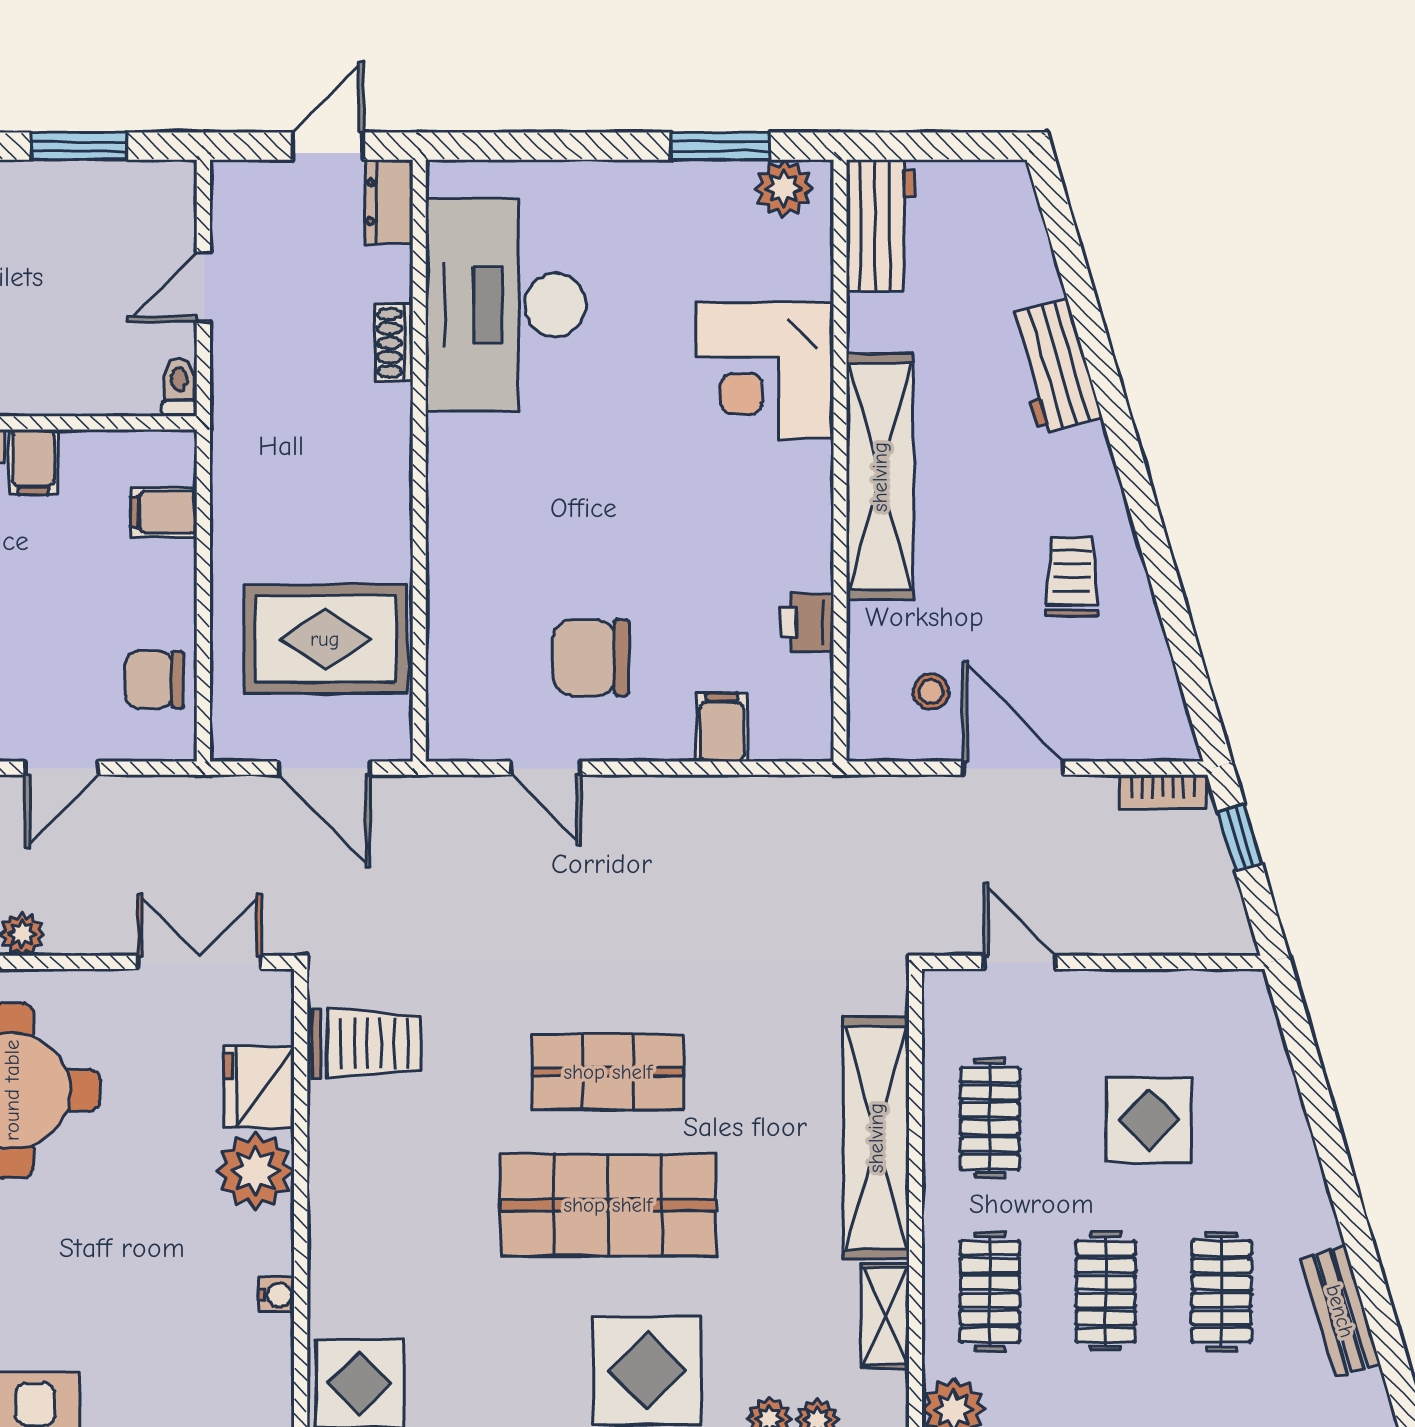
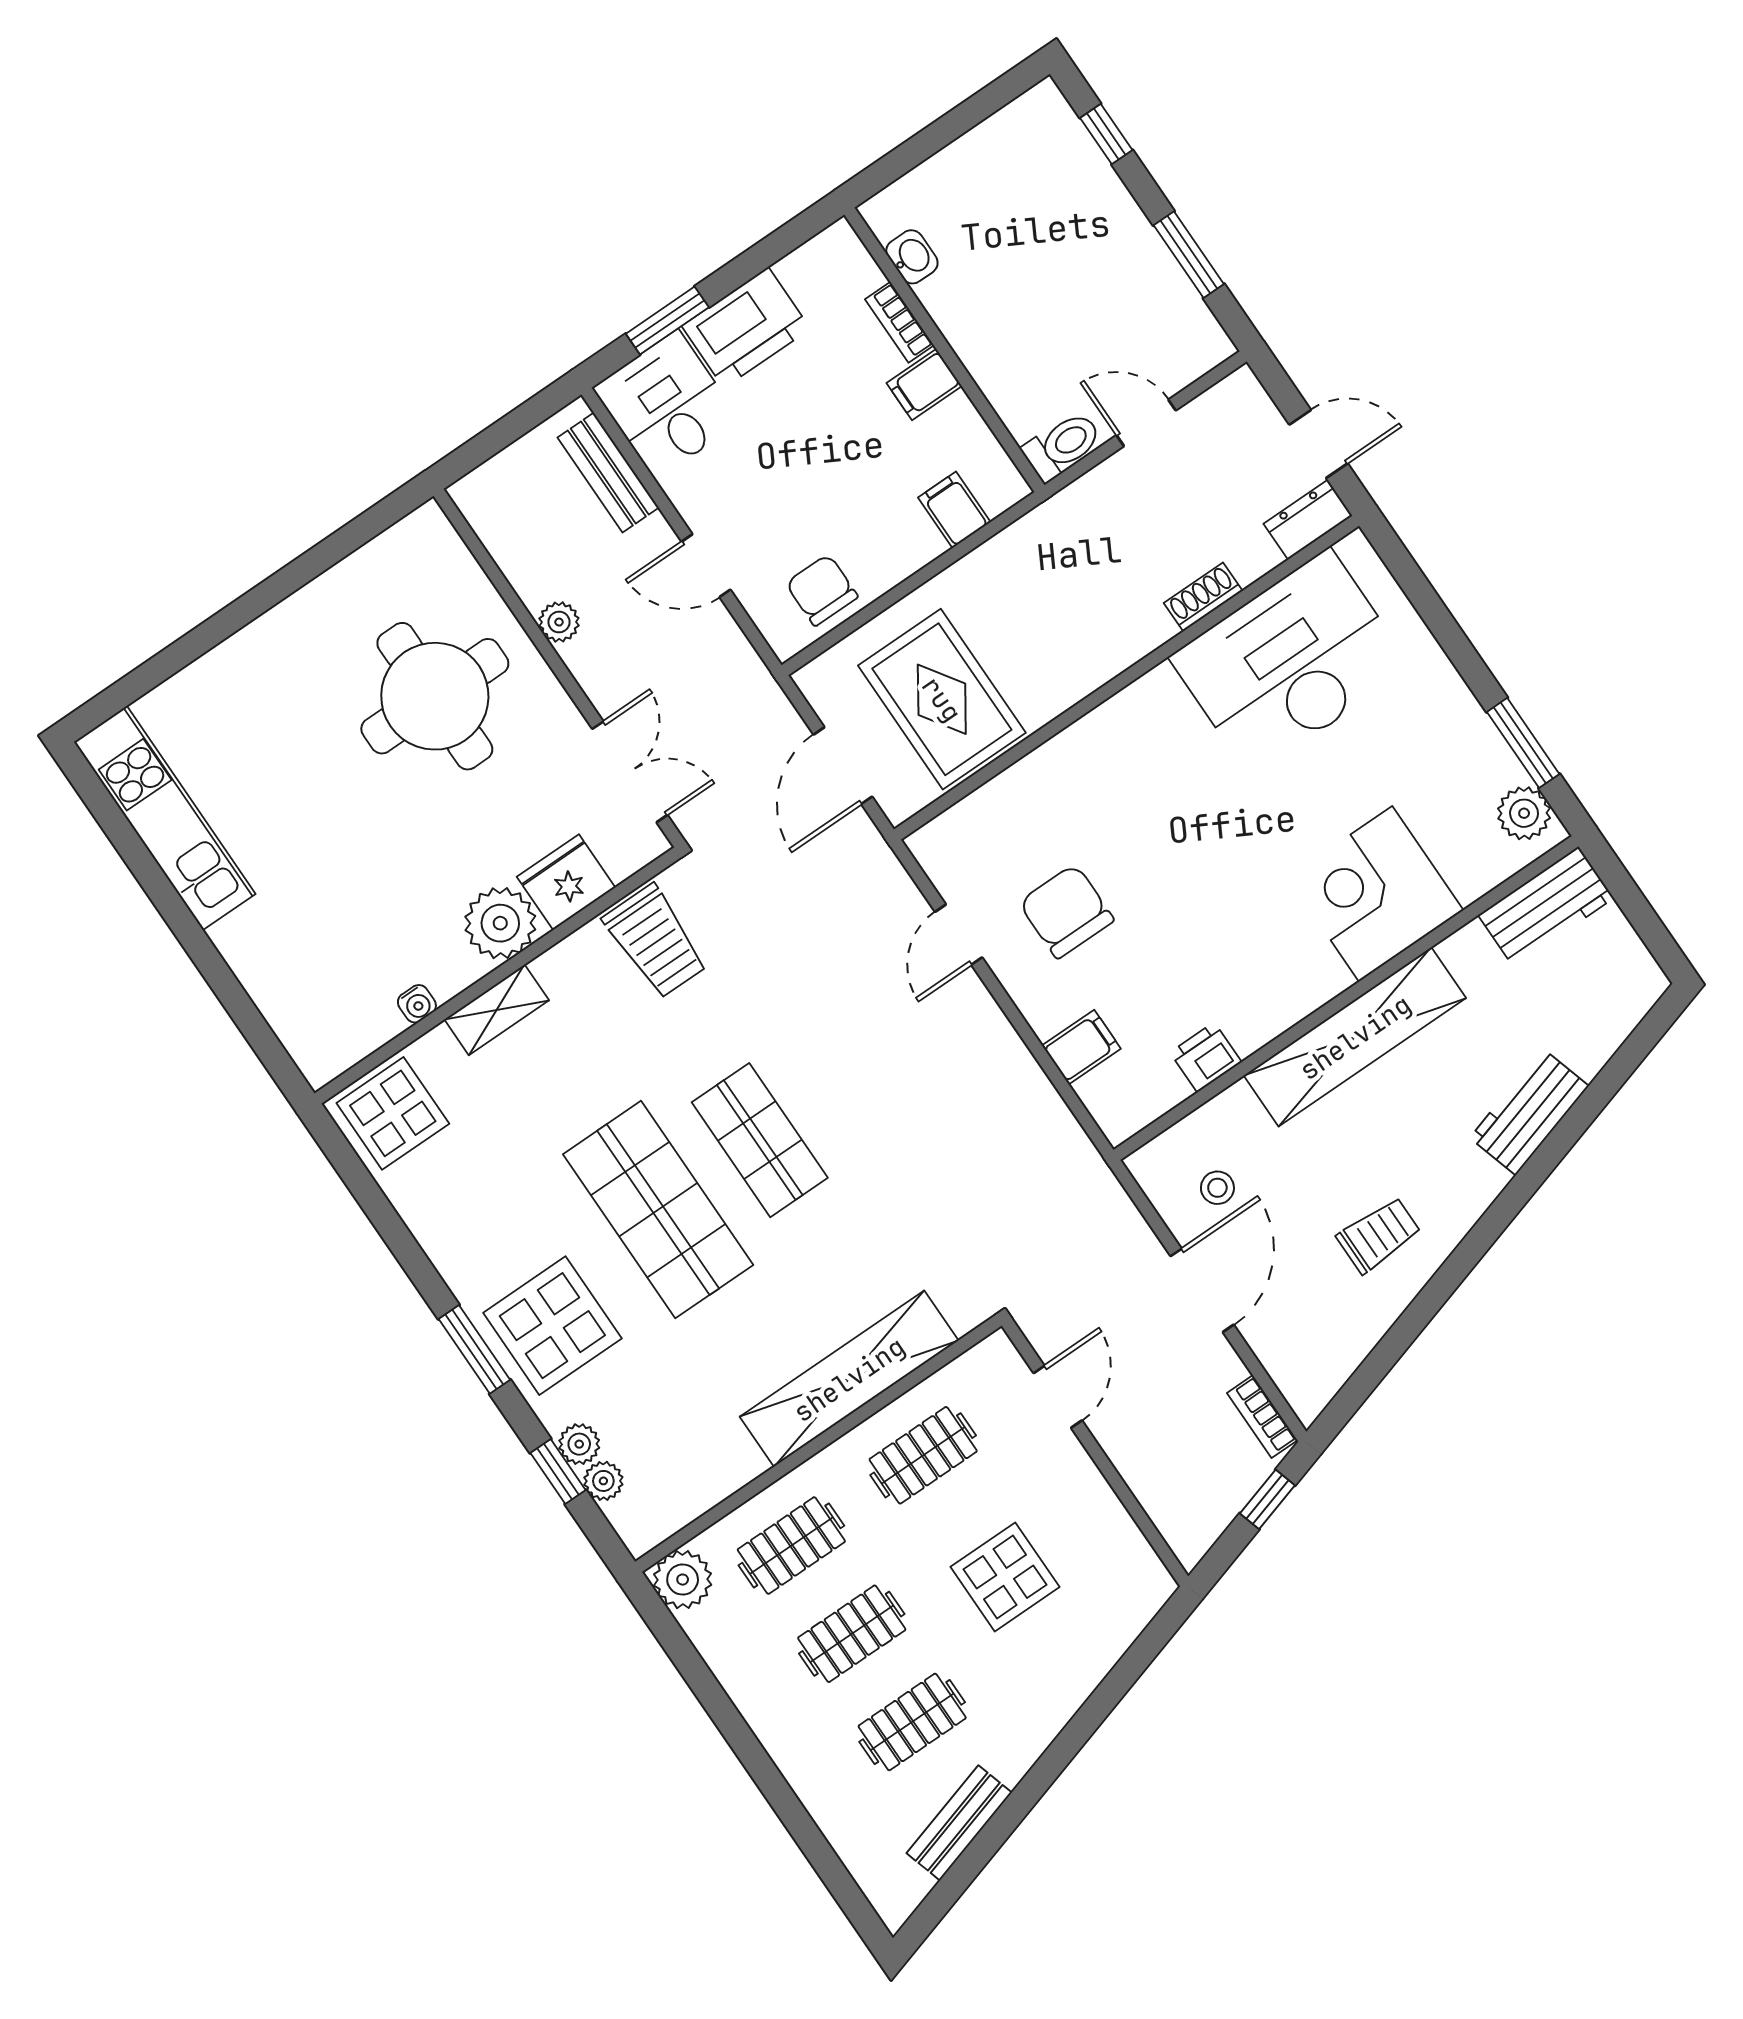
toilet: (179, 387) -> (1062, 446), width x1.37, depth x1.39
shelving: (885, 1316) -> (497, 1010), moved

